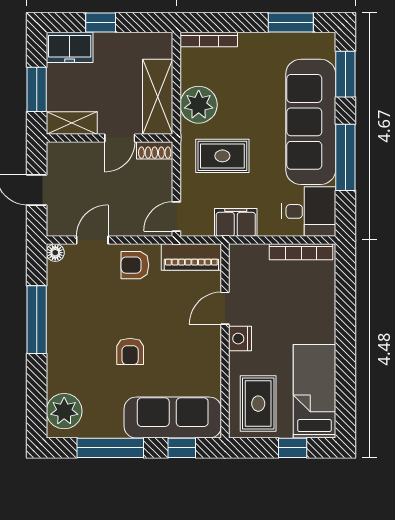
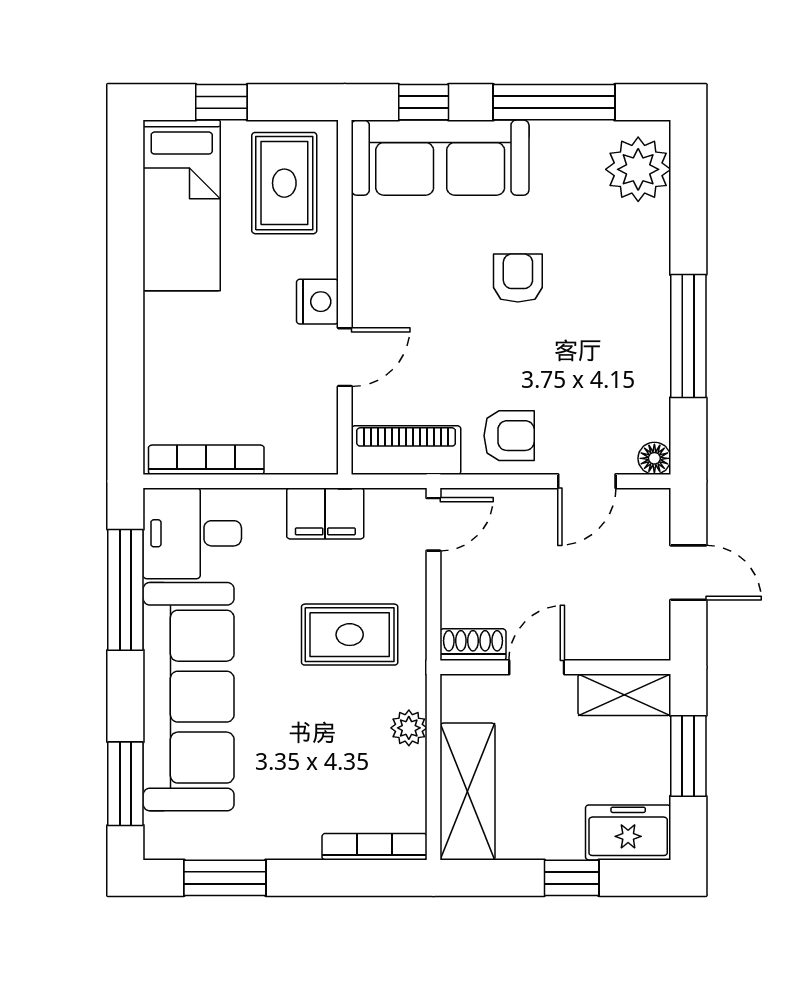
shelving: (158, 97) -> (468, 792), moved
plant: (199, 105) -> (409, 728), width x0.53, depth x0.53
window: (345, 157) -> (125, 590), moved

